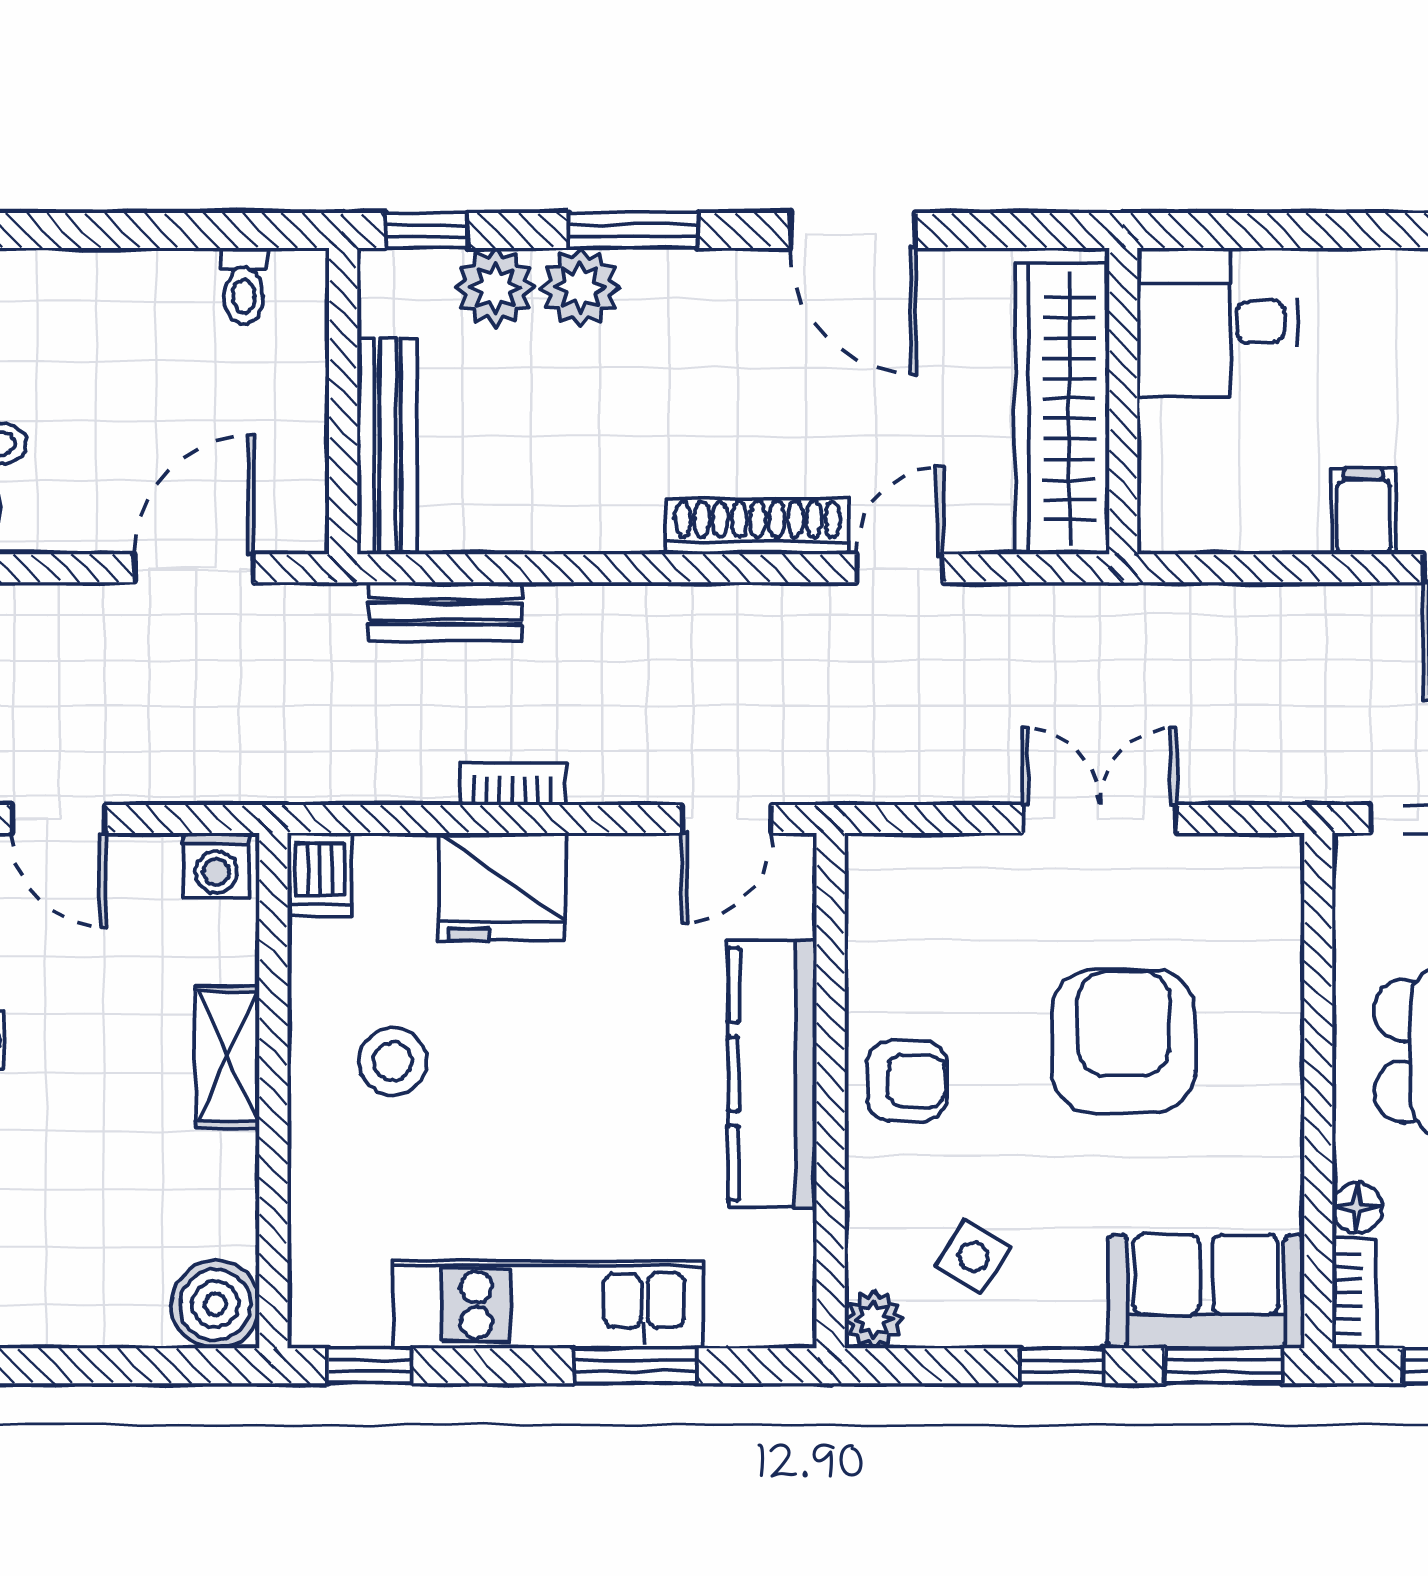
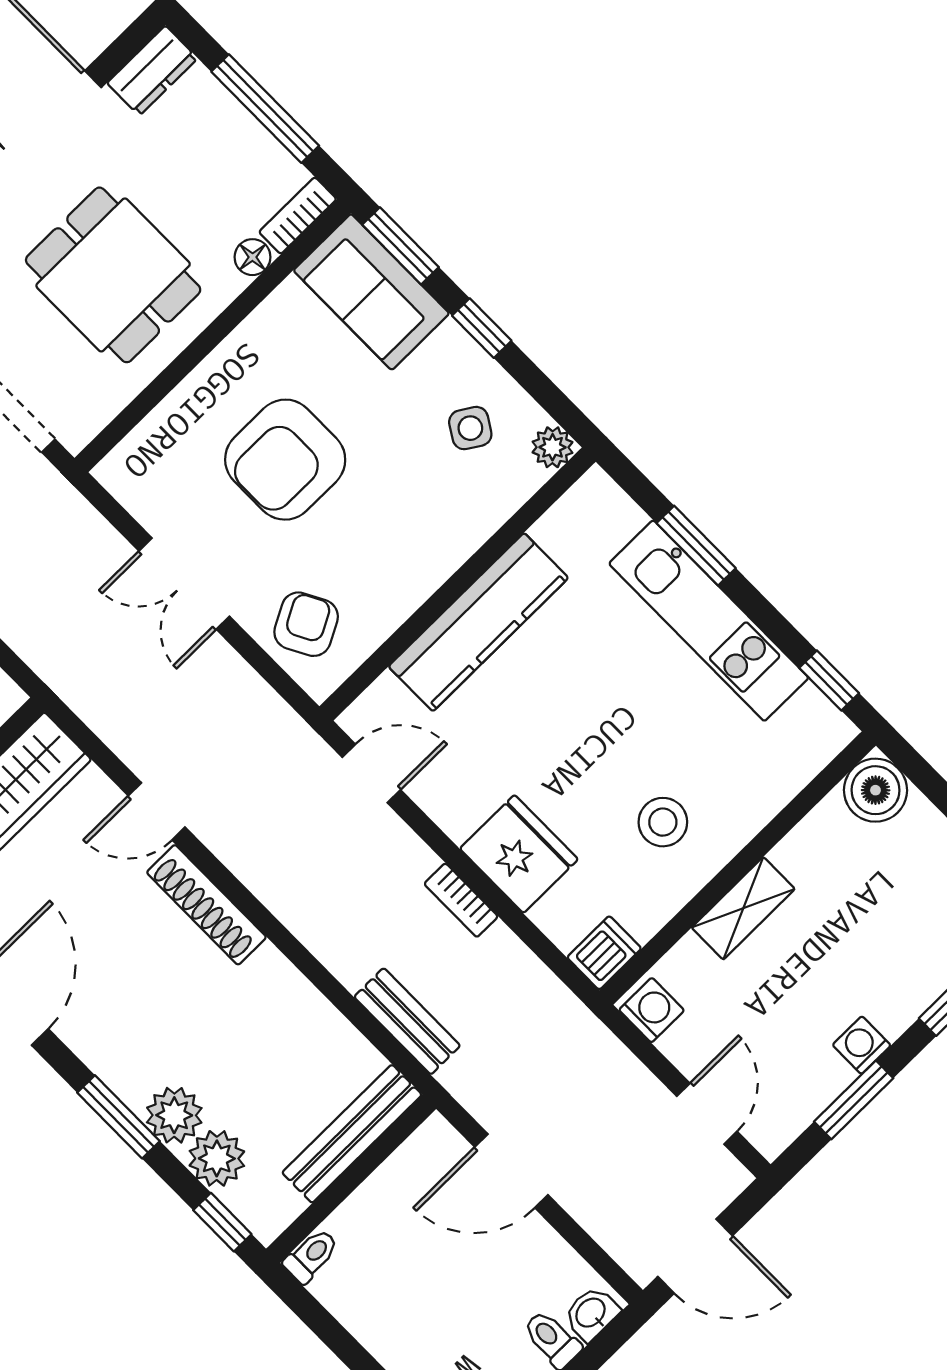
toilet: (244, 286) -> (311, 1256), moved
armchair: (907, 1081) -> (306, 624), moved, turned 62

